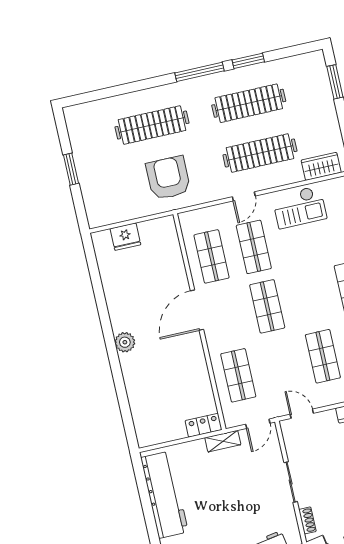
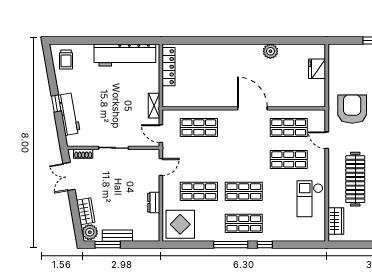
armchair: (168, 178) -> (352, 109), turned -90
door: (244, 196) -> (327, 140), moved
shop shelf: (267, 306) -> (244, 191), moved
plant: (125, 342) -> (270, 51), moved
locker: (204, 425) -> (169, 67), moved, width x1.53

